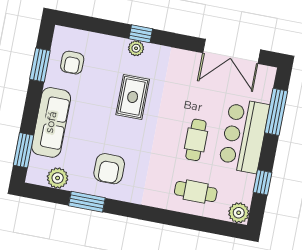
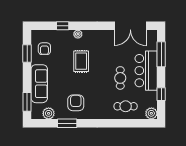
window: (141, 34) -> (63, 26), moved
armchair: (109, 169) -> (76, 103), turned 180

